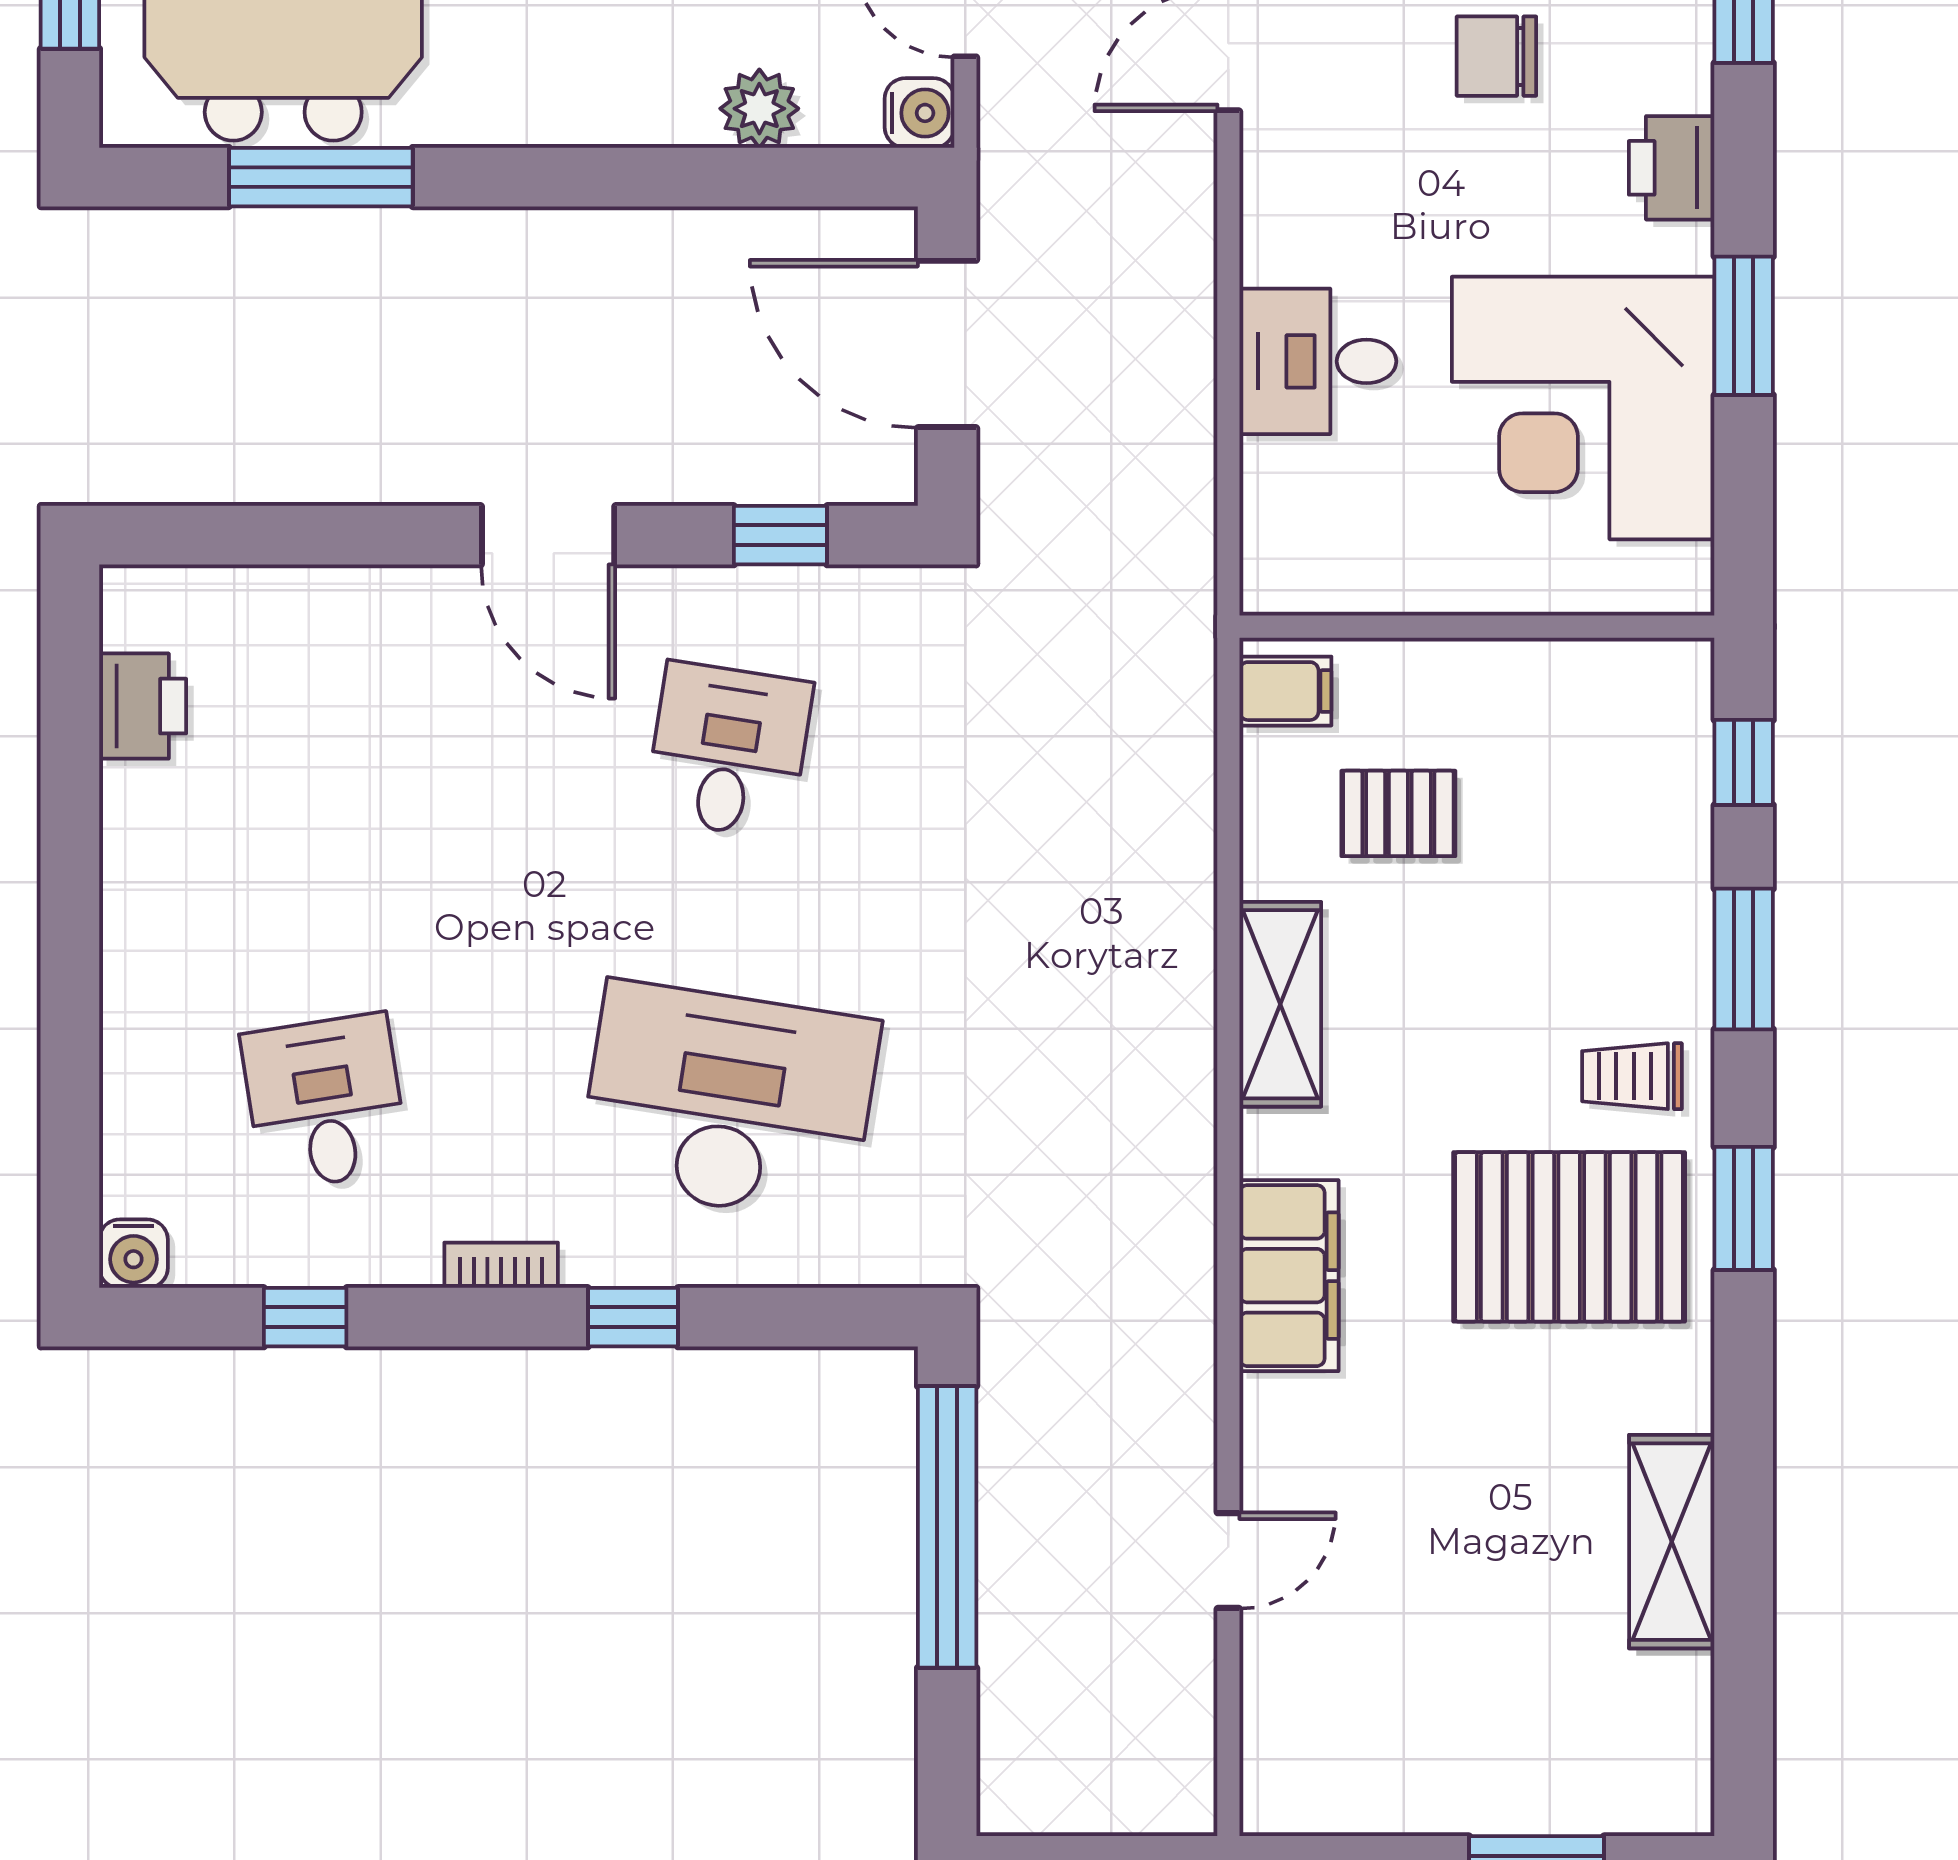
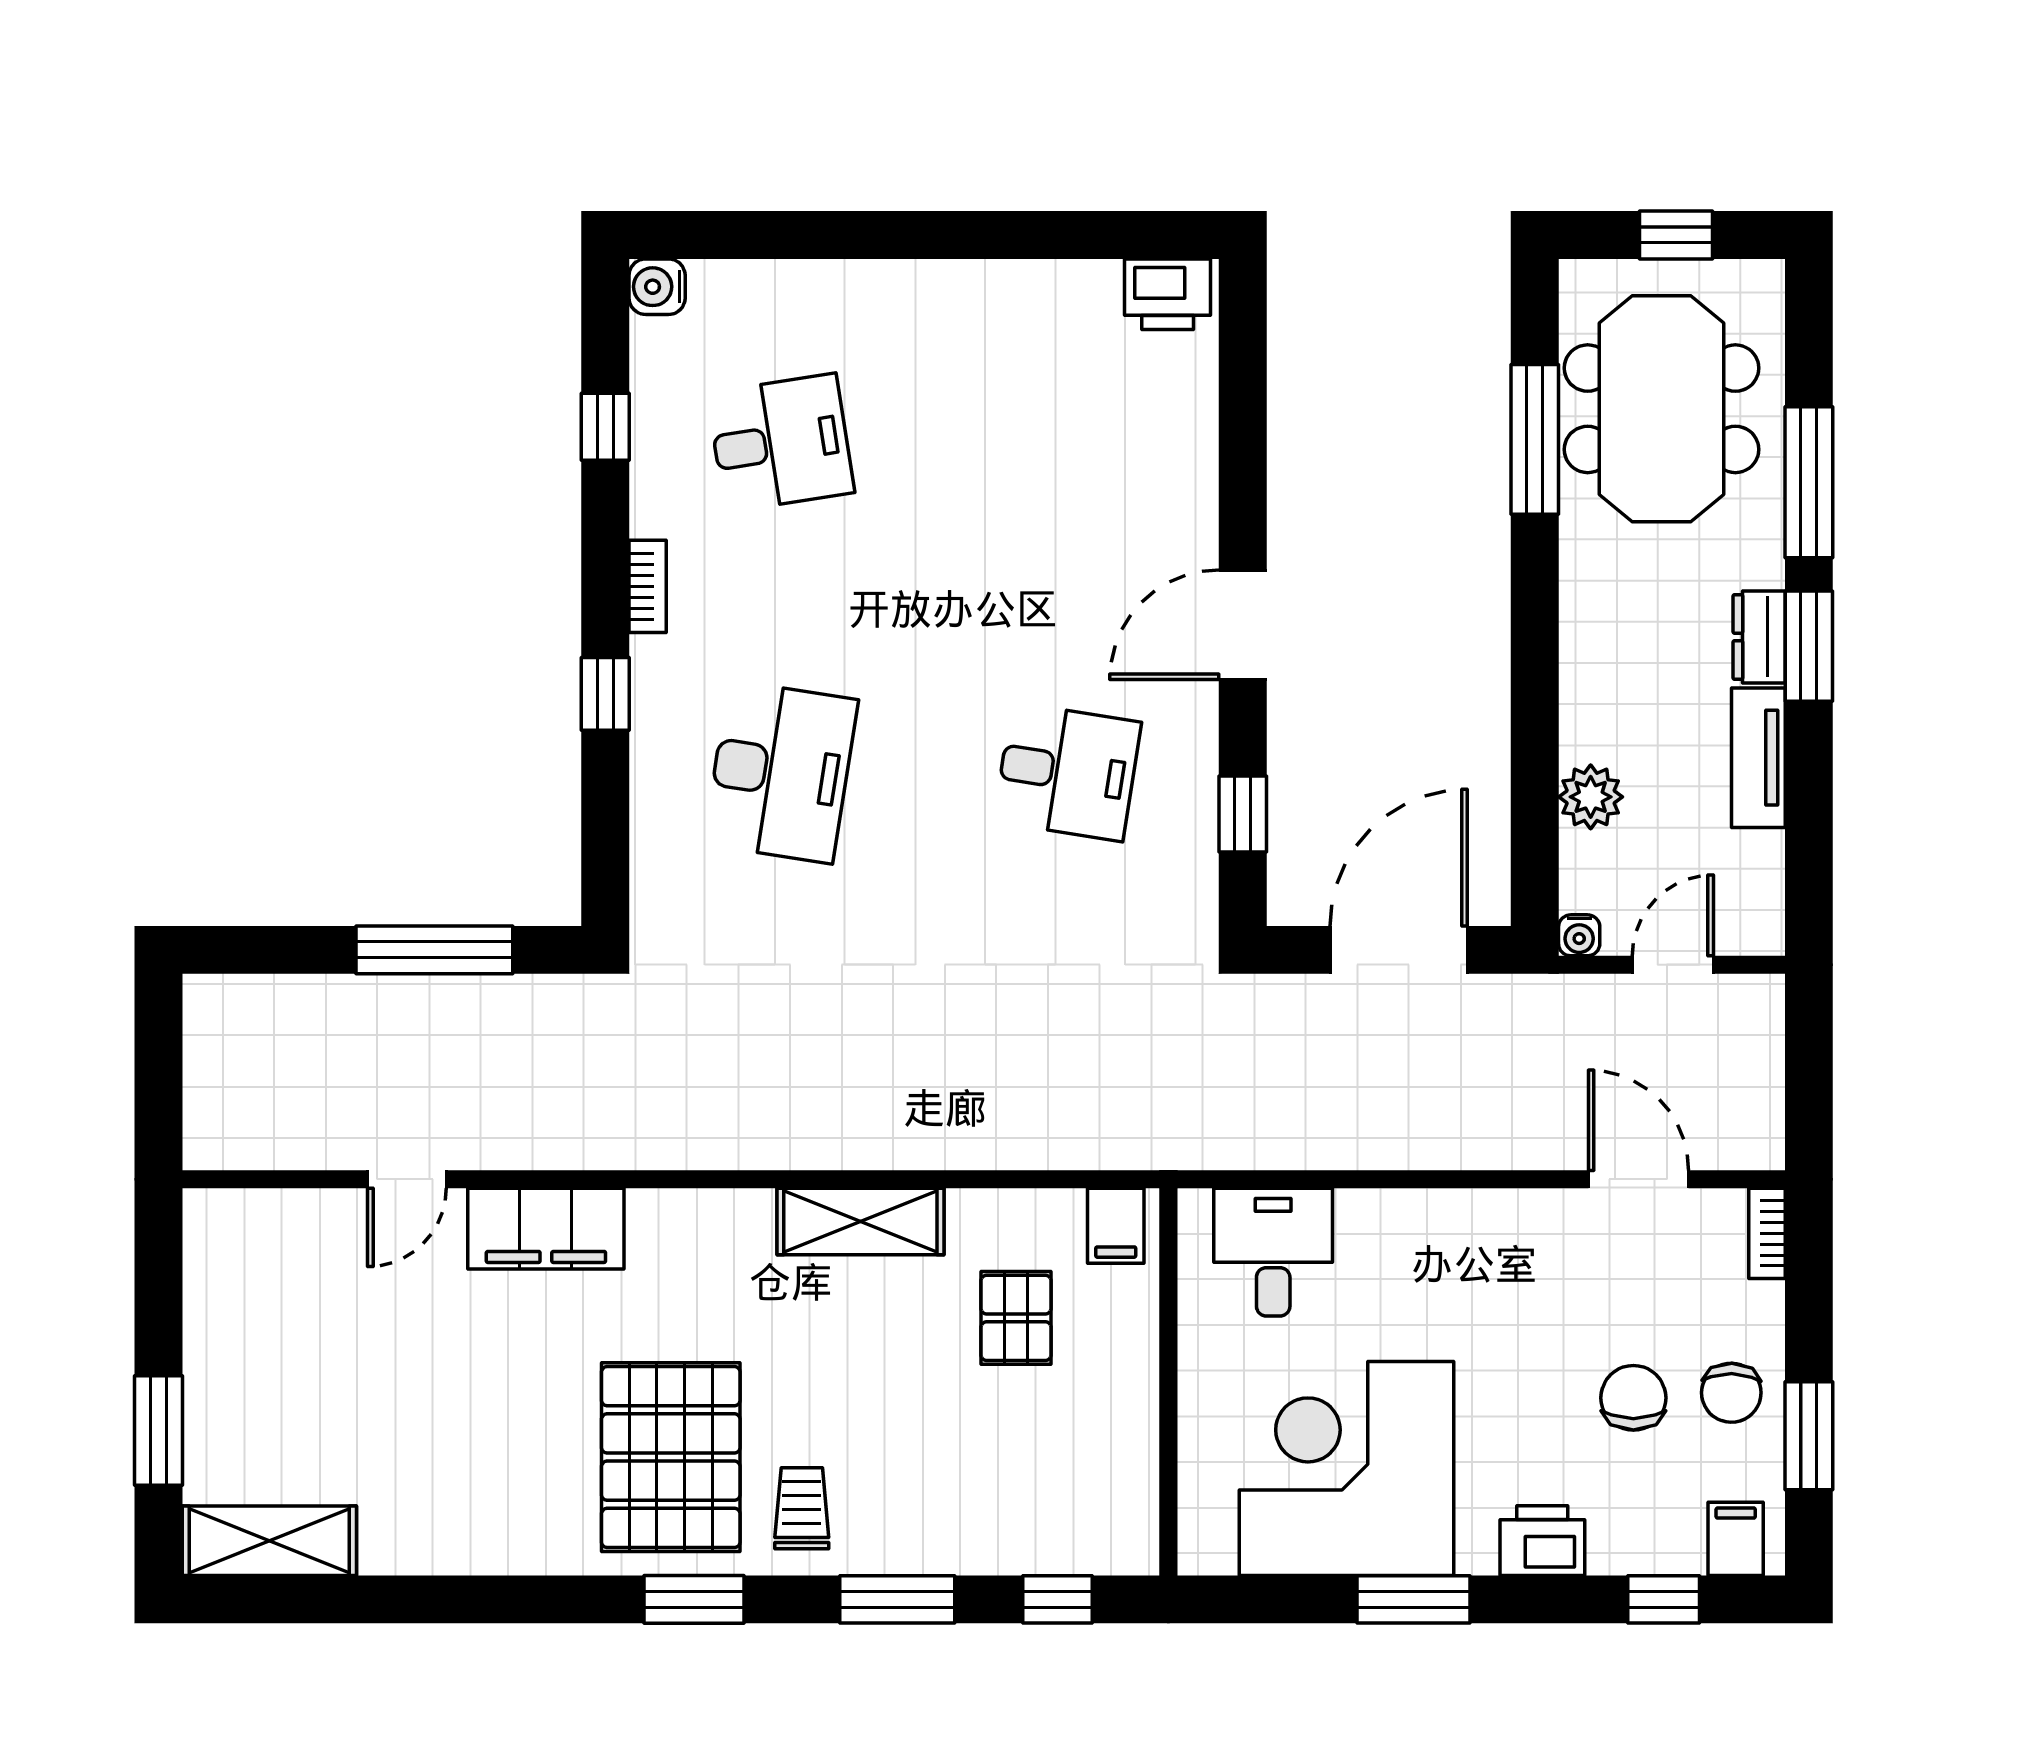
water cooler: (919, 113) -> (1579, 935), width x0.72, depth x0.72
desk: (1318, 361) -> (1273, 1252), moved
printer: (143, 706) -> (1168, 294), moved
desk: (729, 1102) -> (781, 772), width x0.73, depth x0.77
filing cabinet: (1289, 1276) -> (546, 1229), moved
window: (947, 1527) -> (434, 950), width x0.68
shelving: (1672, 1542) -> (269, 1541), moved
door: (1228, 1561) -> (407, 1179), hinge flipped

